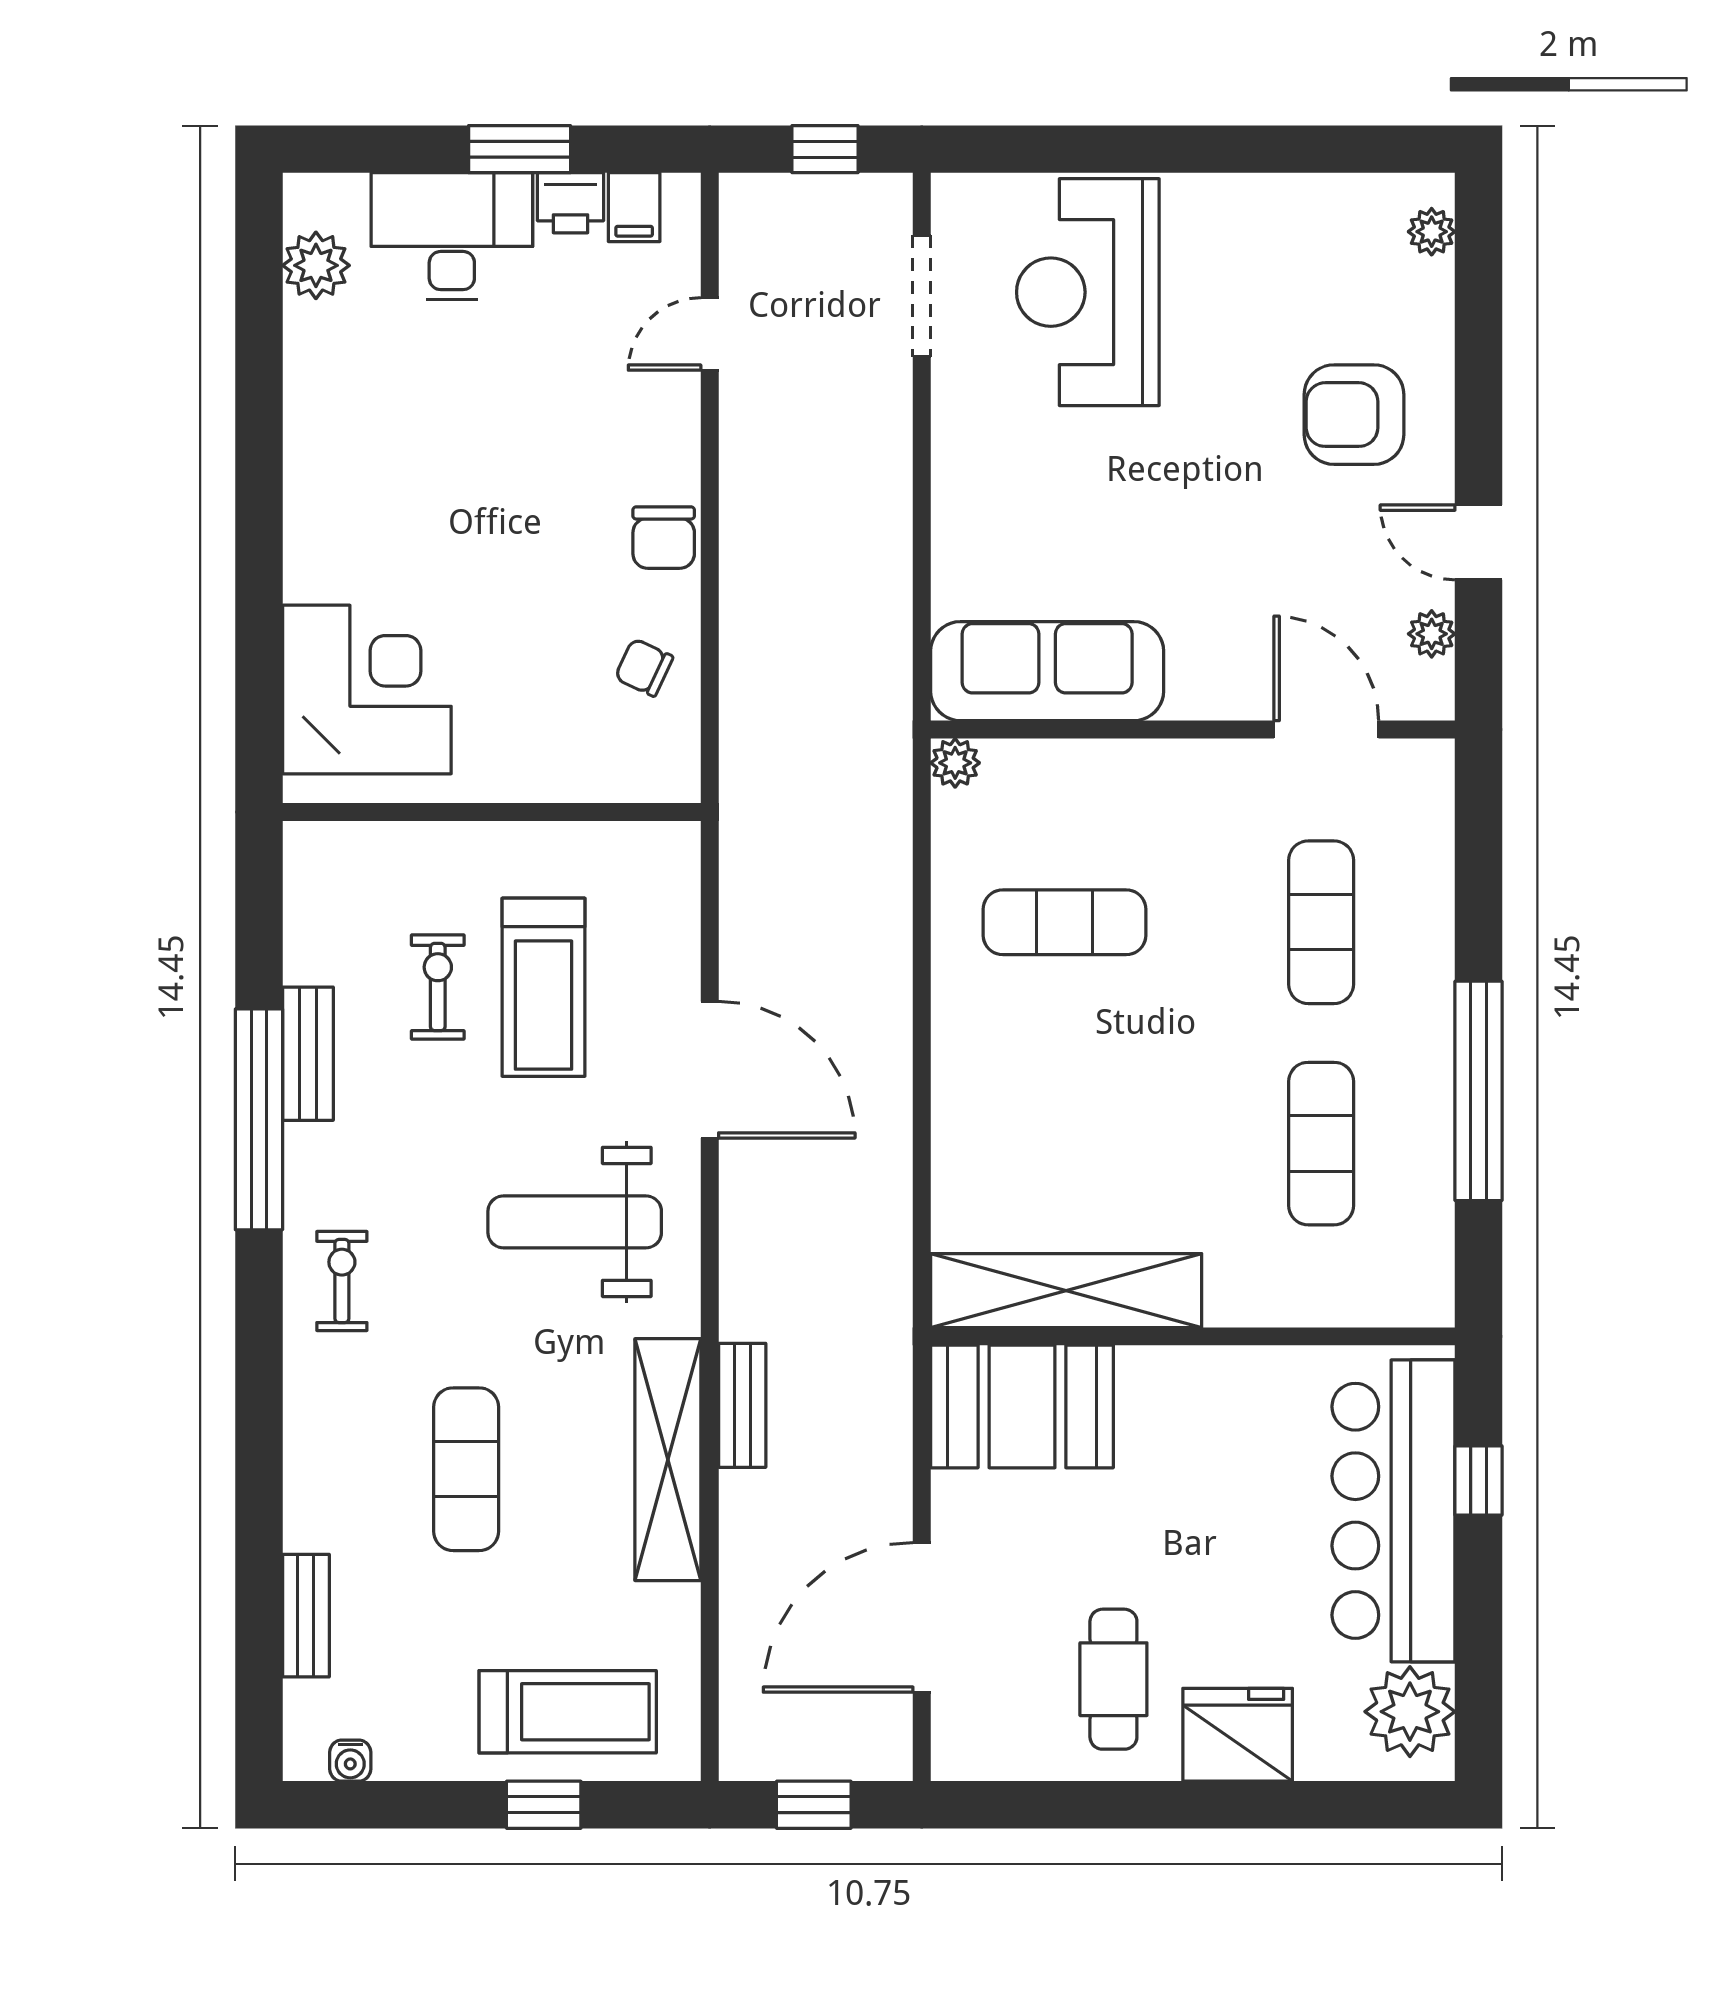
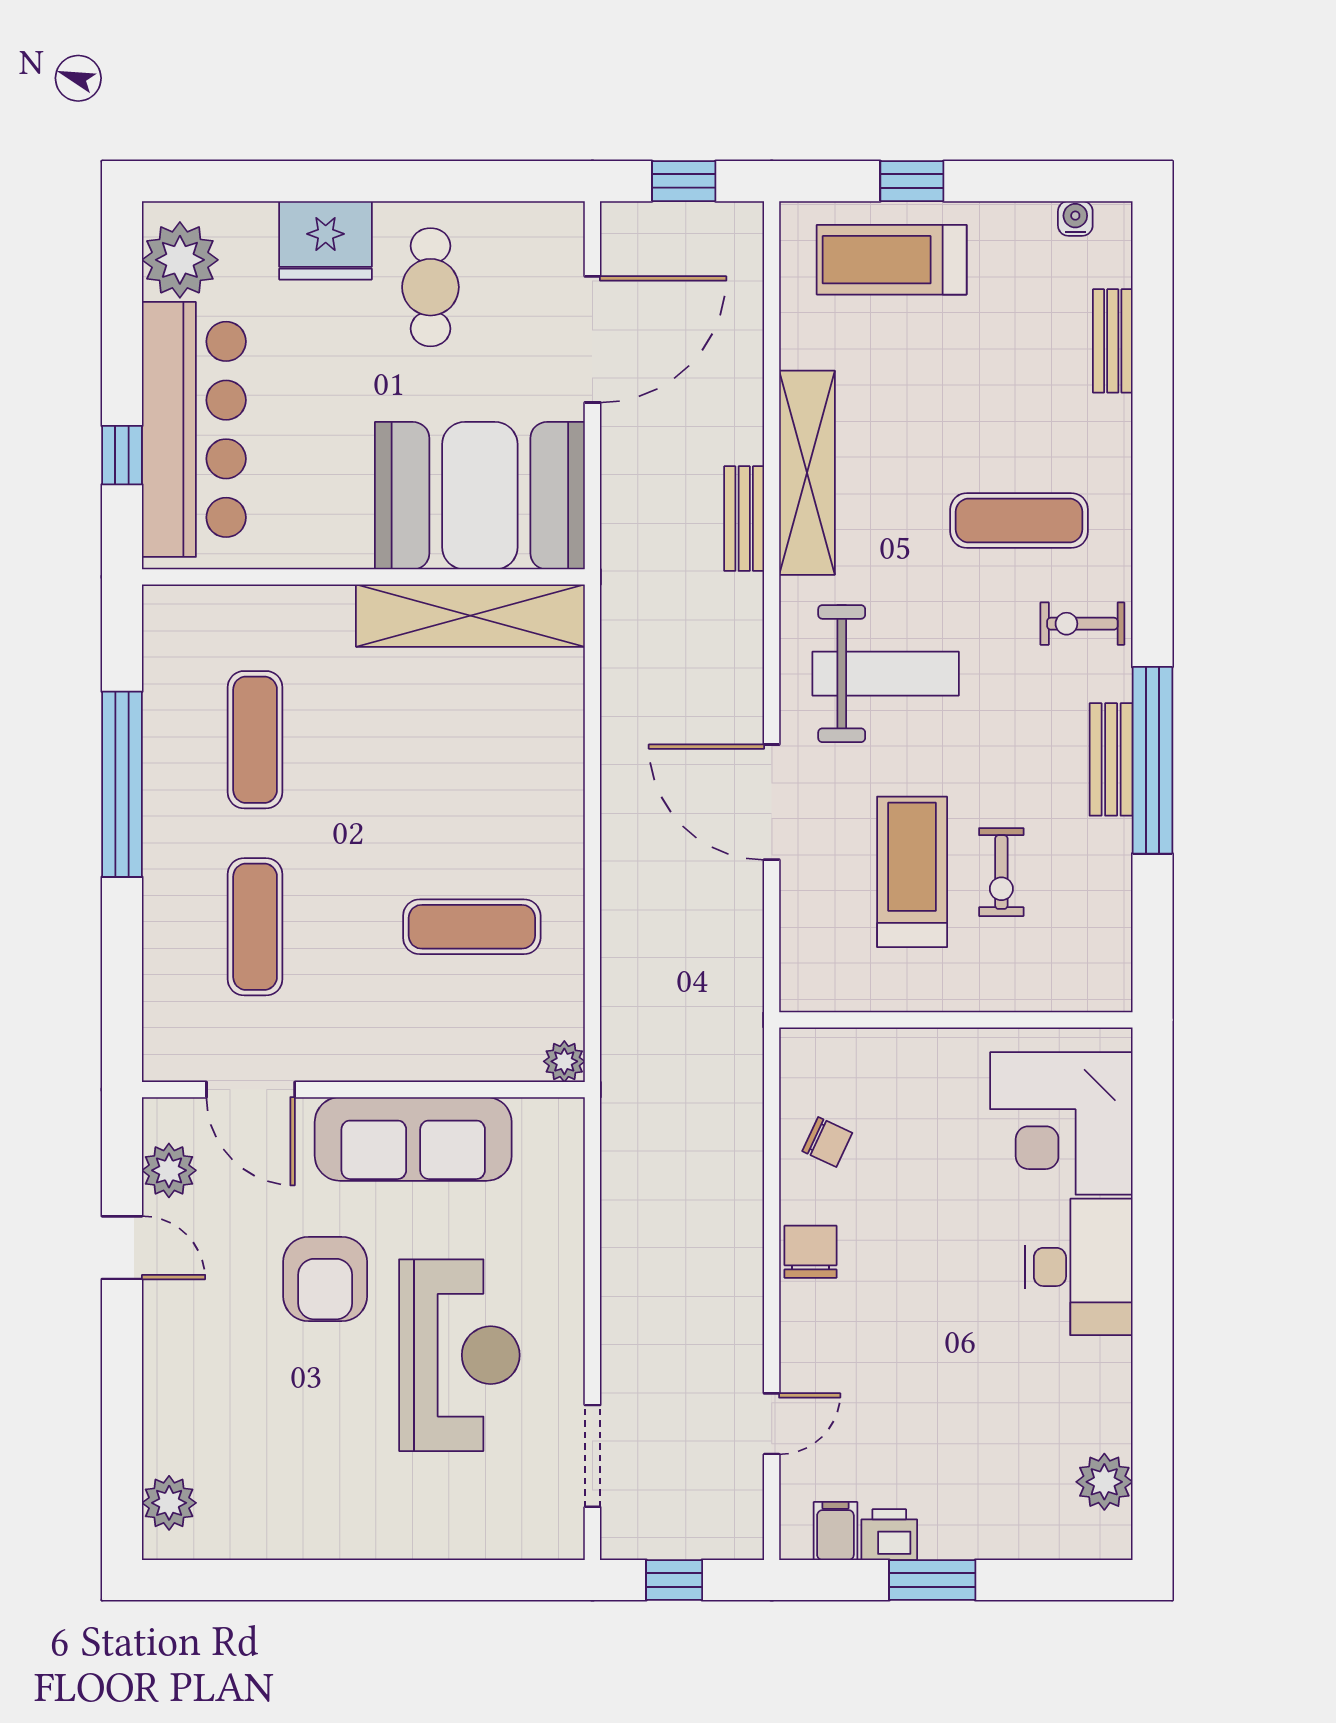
plant: (1432, 232) -> (169, 1503), width x1.38, depth x1.38
desk: (452, 236) -> (1079, 1267), moved, turned -90
reception desk: (1088, 292) -> (459, 1355), moved
armchair: (1354, 415) -> (325, 1279), moved, turned 90
plant: (1432, 634) -> (169, 1170), width x1.38, depth x1.38
sofa: (1047, 671) -> (413, 1139), moved
bench: (308, 1054) -> (1111, 759), moved
exercise bike: (342, 1281) -> (1082, 624), turned 90
booth: (1022, 1407) -> (480, 496), width x1.36, depth x1.42
exercise mat: (466, 1469) -> (1019, 521), moved, turned 90

